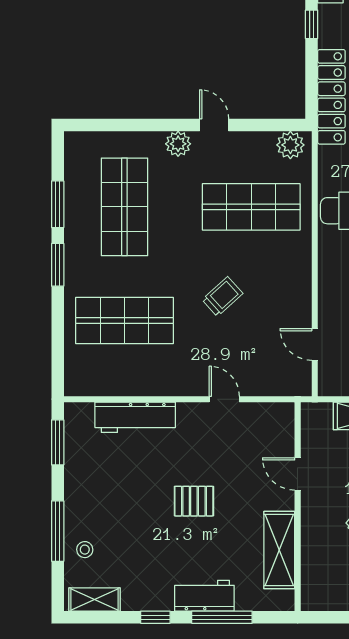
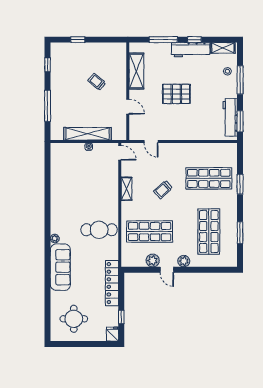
plant: (290, 145) -> (153, 261), moved
window: (58, 265) -> (240, 184), moved
shelving: (300, 298) -> (126, 189), added
door: (315, 344) -> (120, 153), moved
door: (224, 399) -> (151, 142), moved
workbench: (135, 417) -> (230, 117), moved, turned -90
pallet: (194, 501) -> (176, 94), width x1.50, depth x1.42
workbench: (204, 596) -> (191, 50), moved, width x1.38

